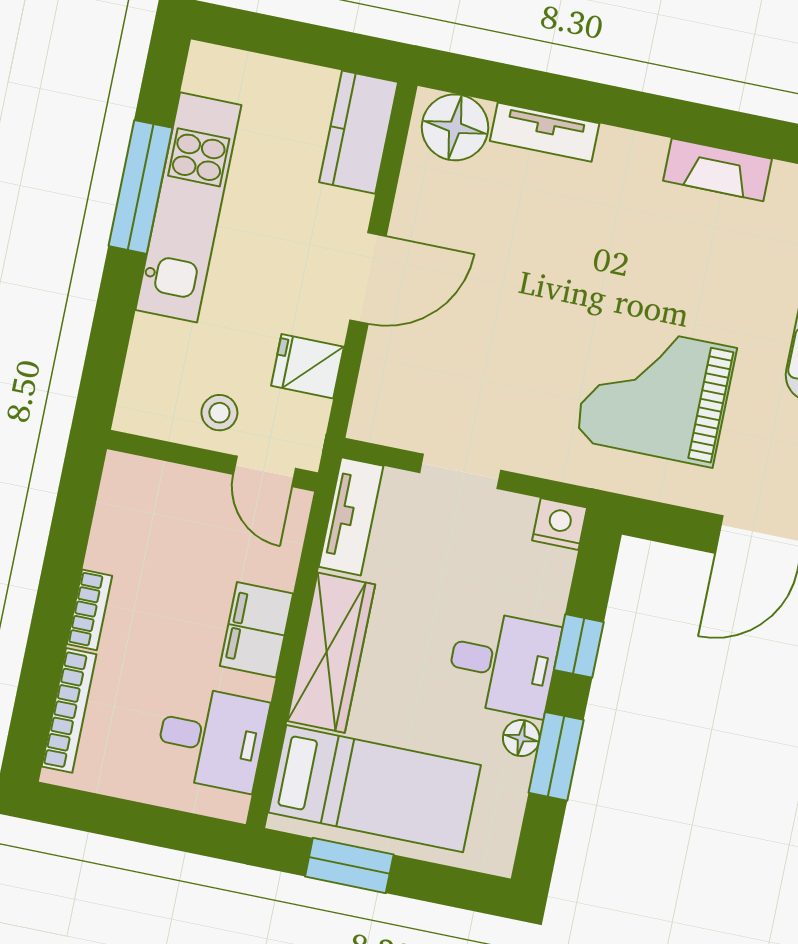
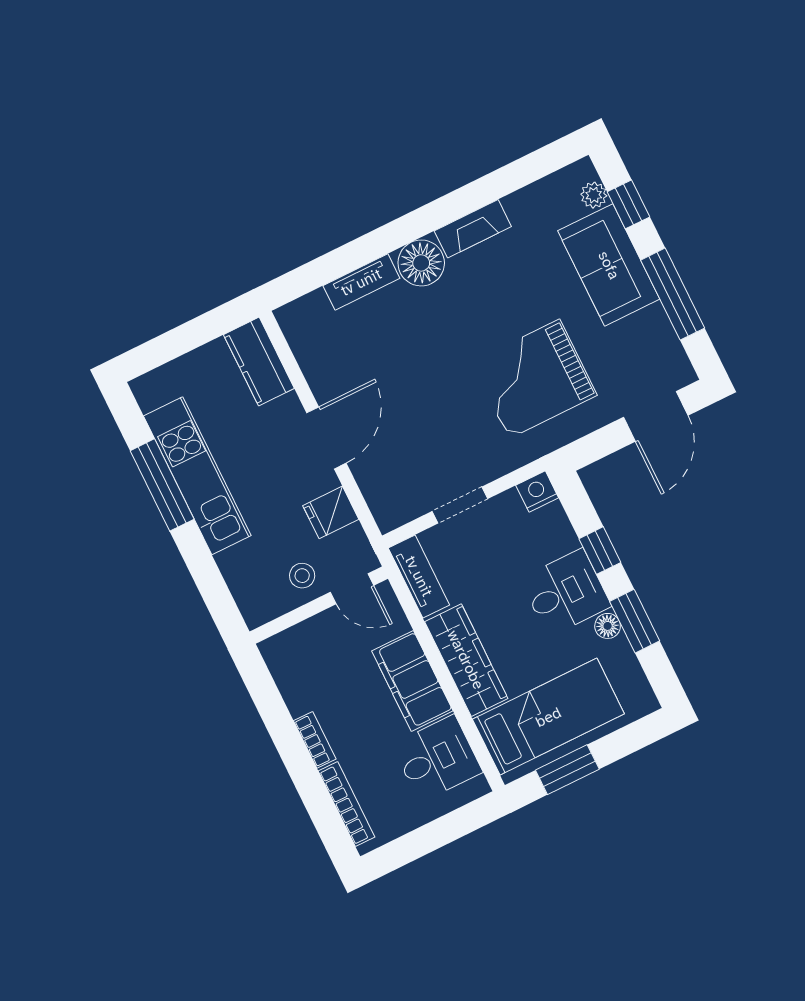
floor lamp: (455, 127) -> (421, 263), moved
filing cabinet: (256, 630) -> (412, 681), width x1.50, depth x1.17

